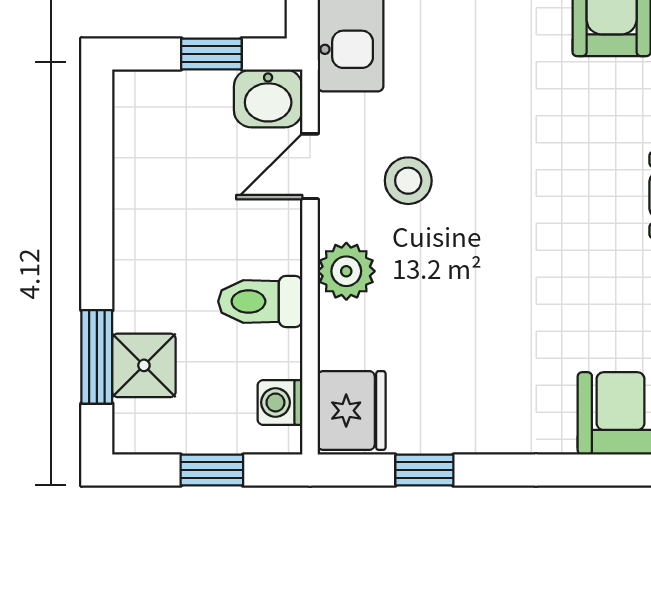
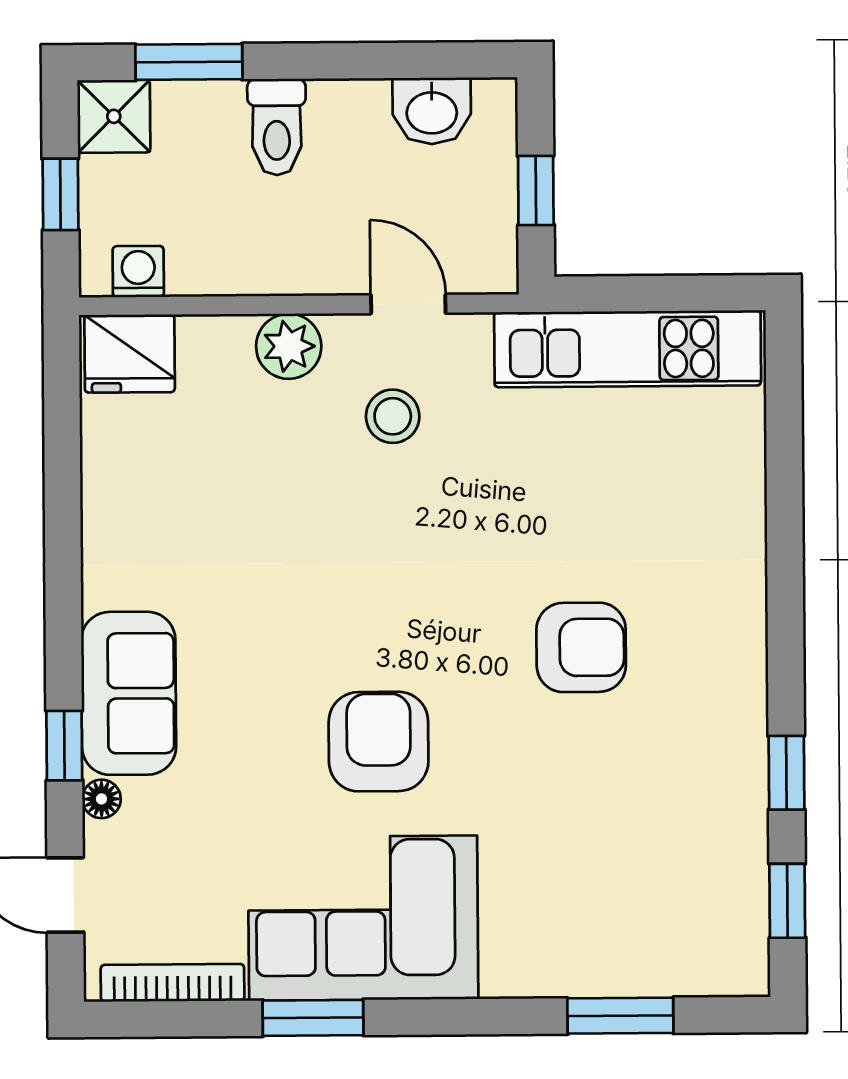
washbasin: (268, 98) -> (432, 111), moved, turned -90
toilet: (260, 301) -> (277, 127), moved, turned 180
shower: (144, 365) -> (114, 116), moved
window: (424, 470) -> (62, 437), removed

